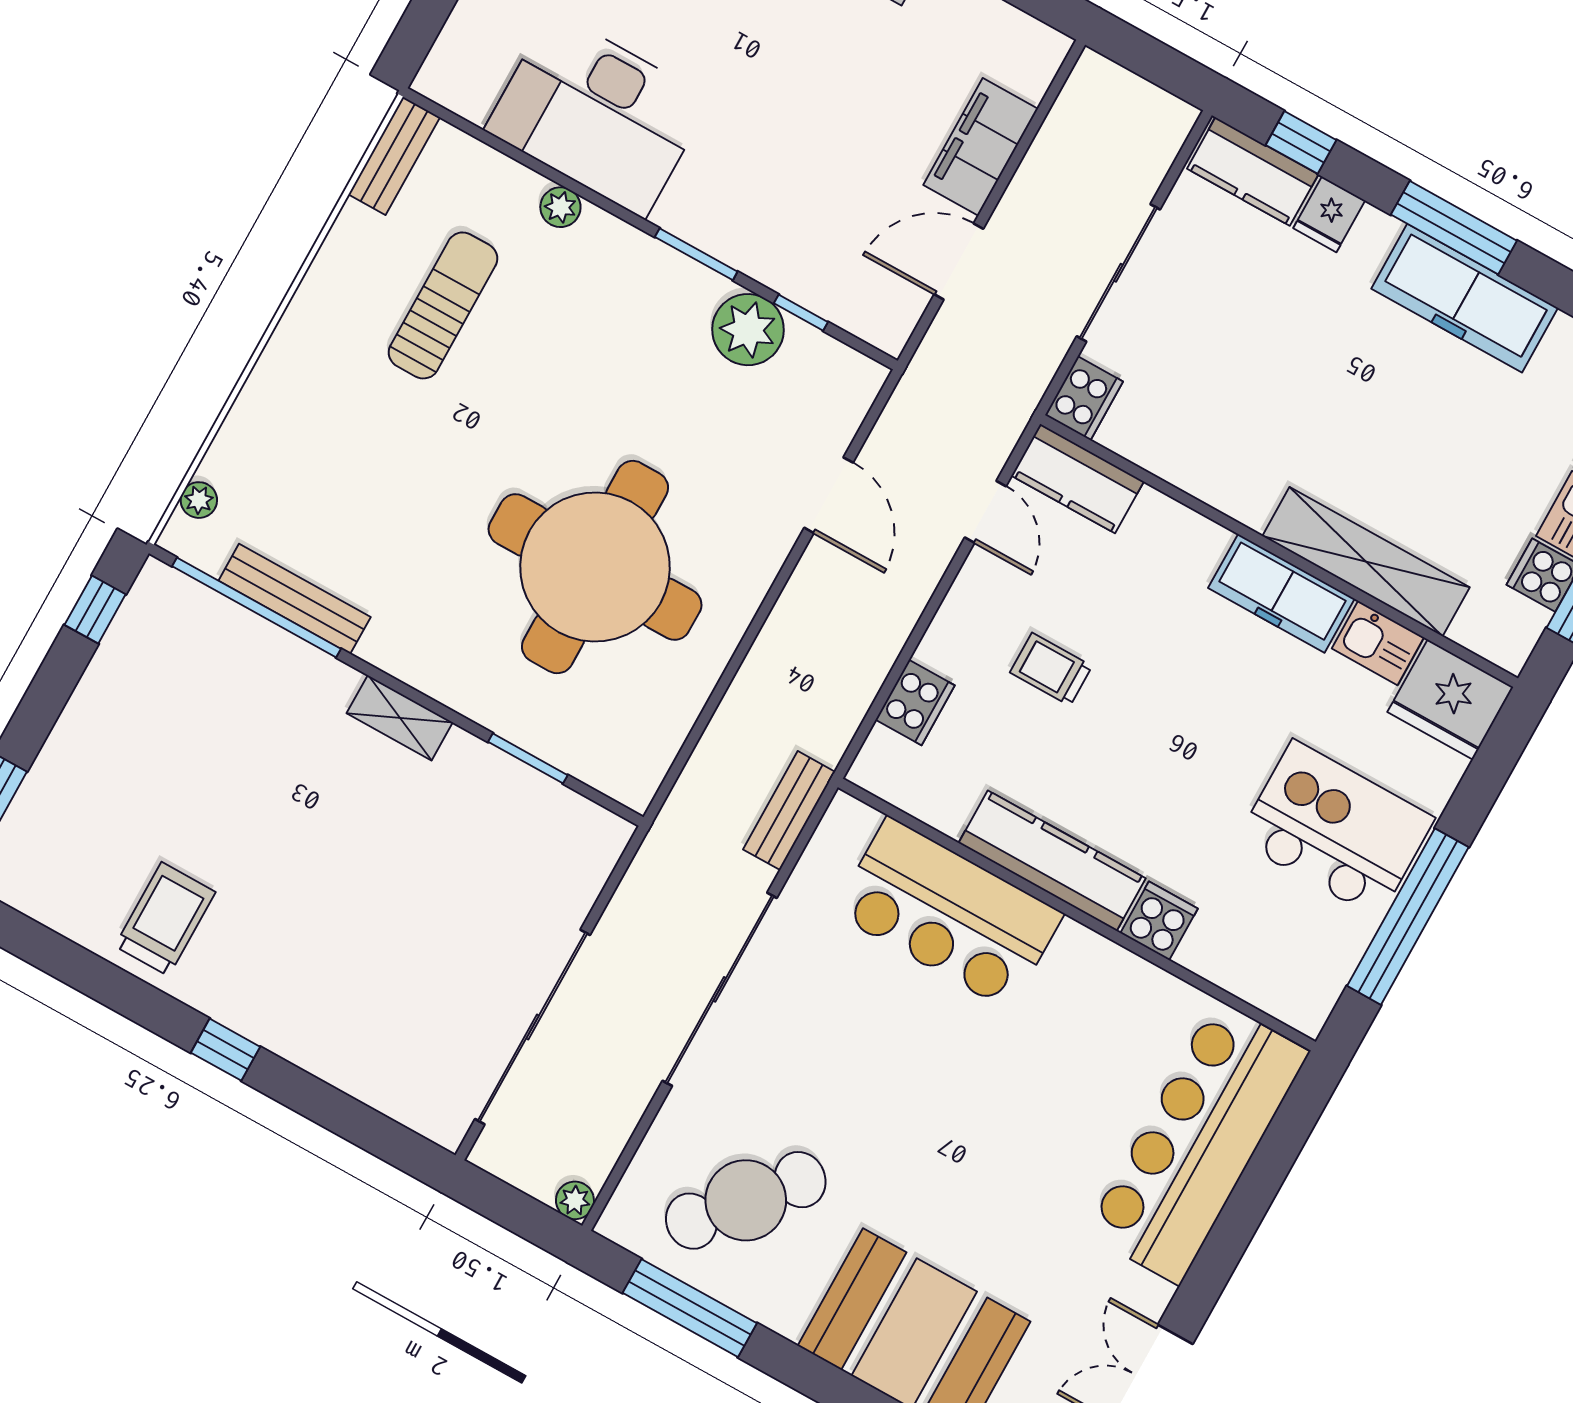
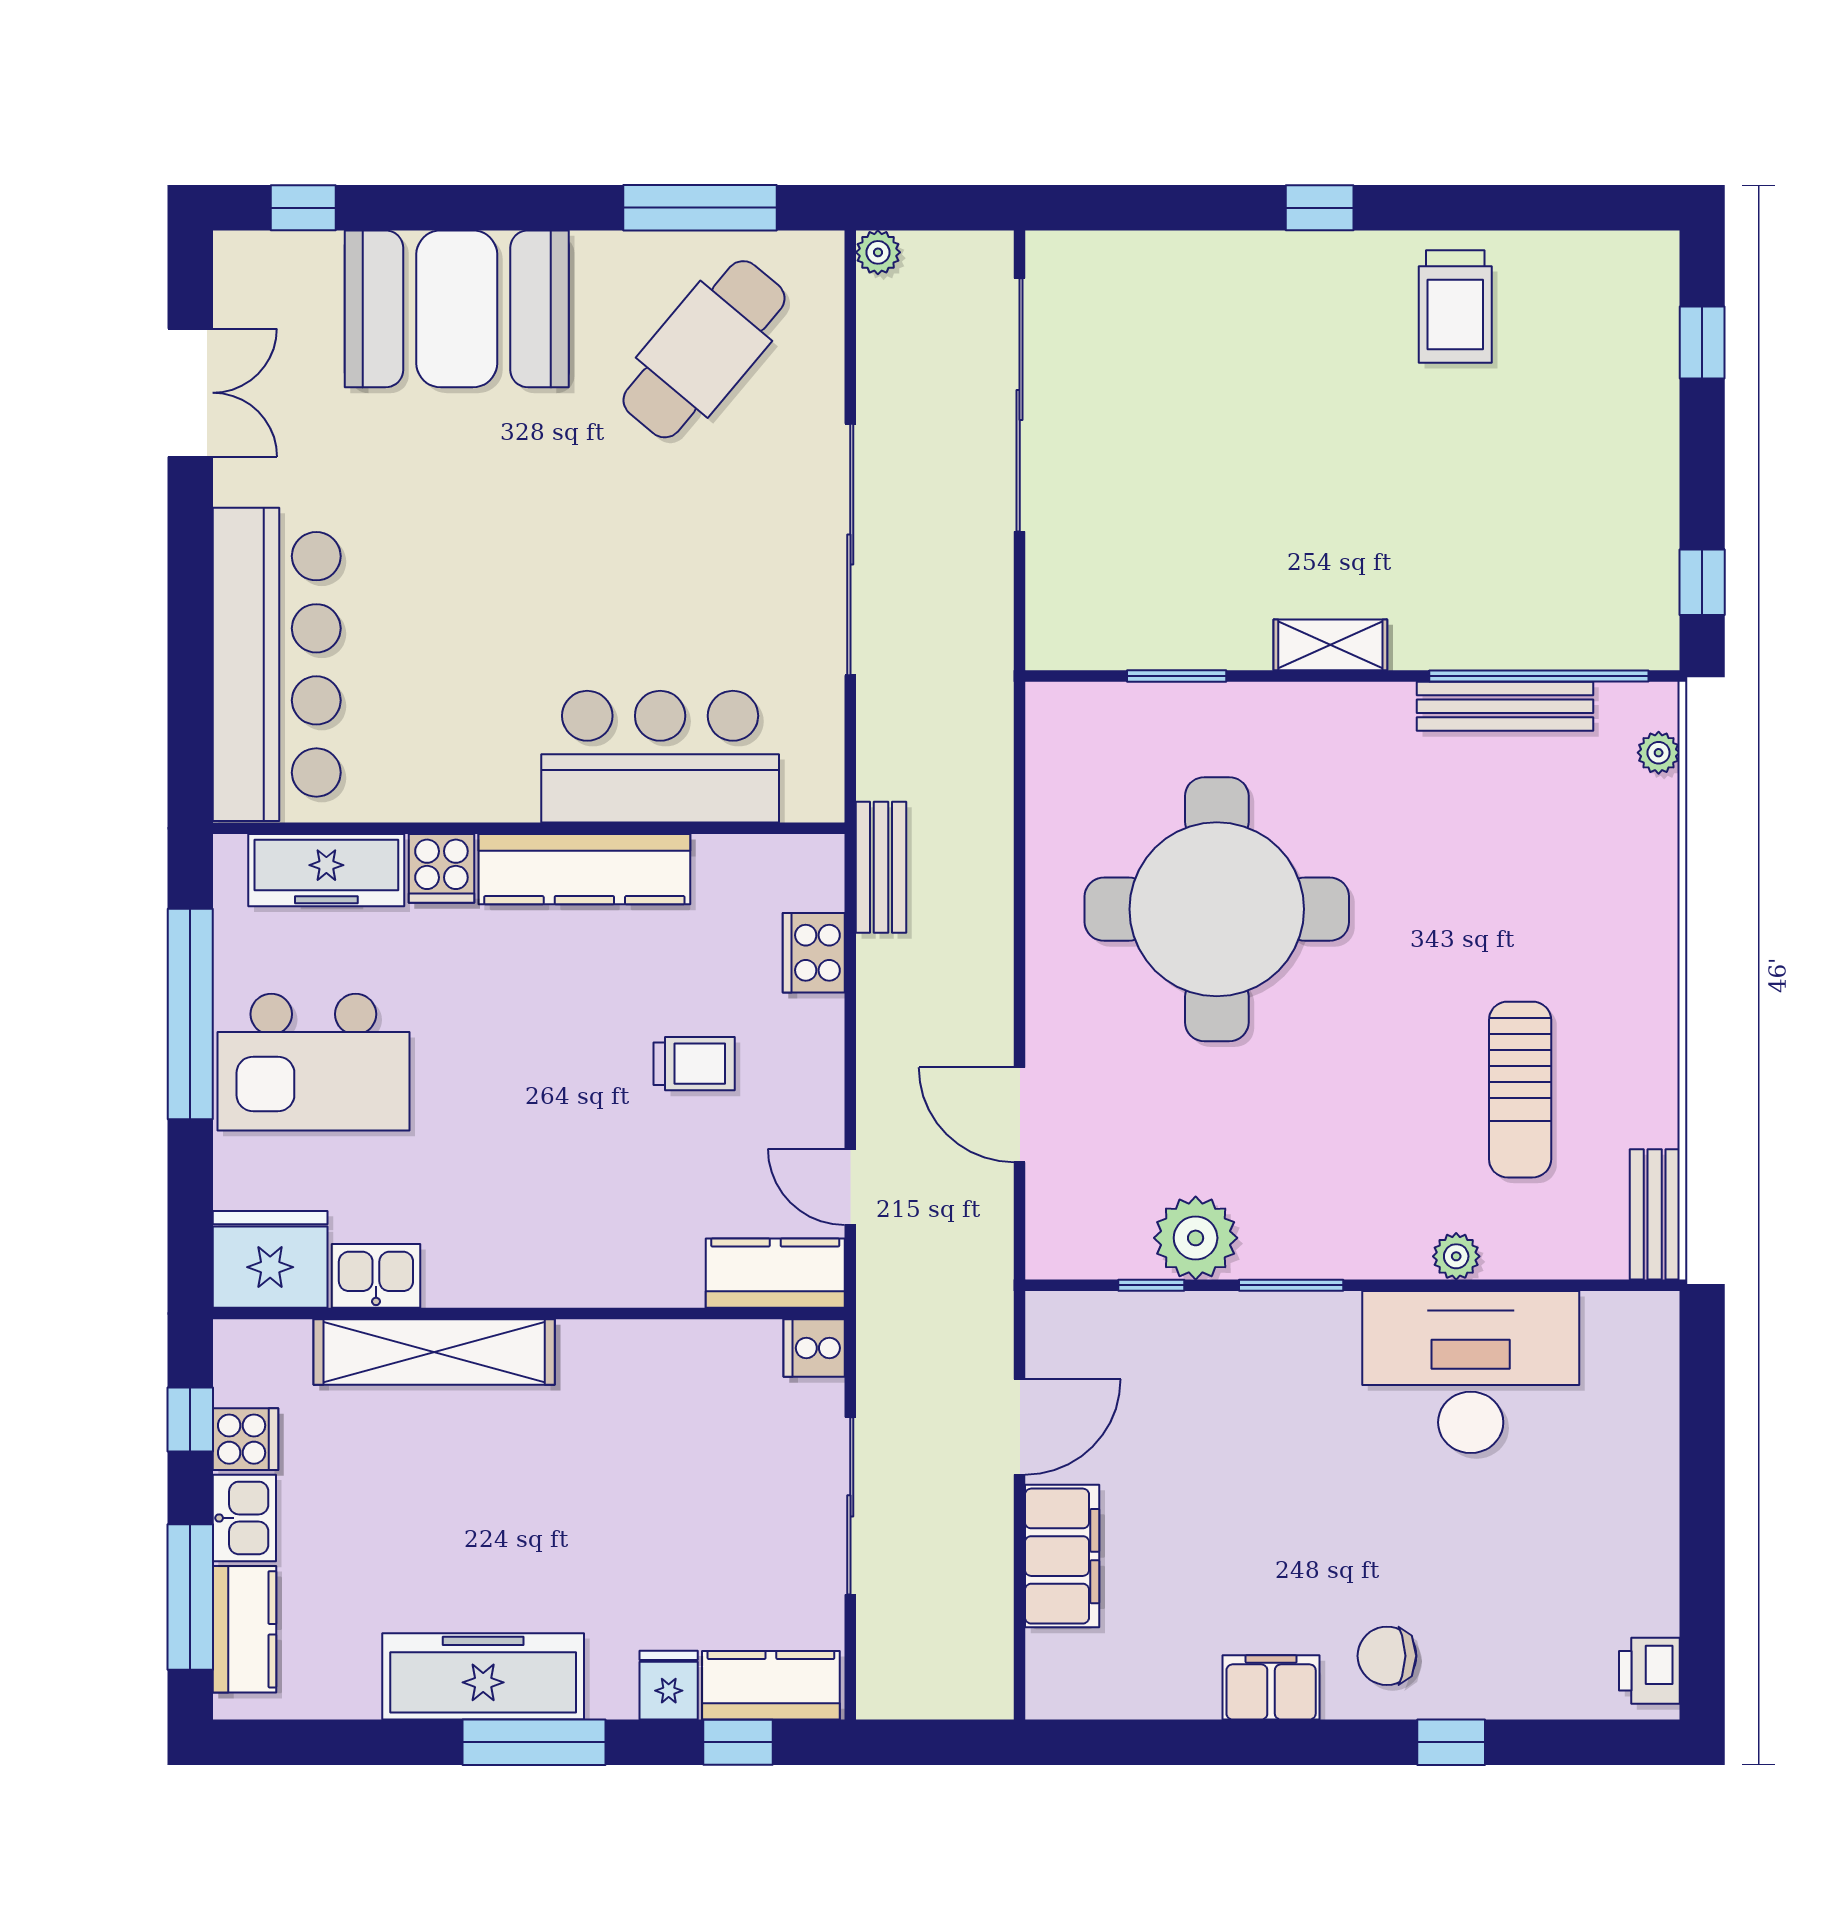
cooker: (1084, 398) -> (814, 1348), width x0.73
freezer: (1281, 593) -> (326, 870), moved, turned 180
bench: (789, 811) -> (881, 867), moved

